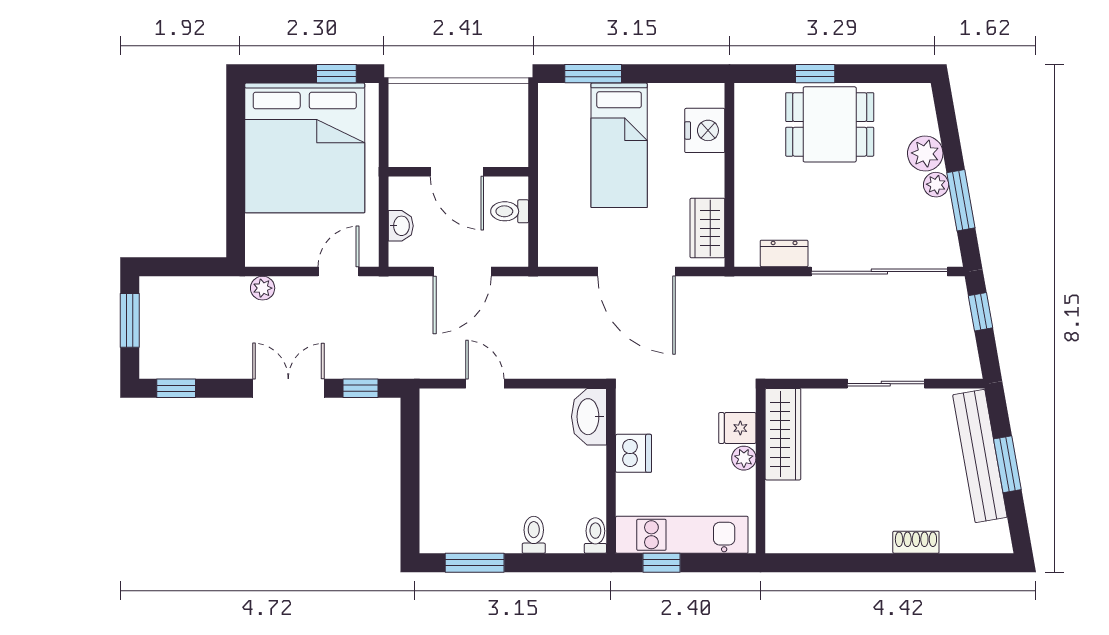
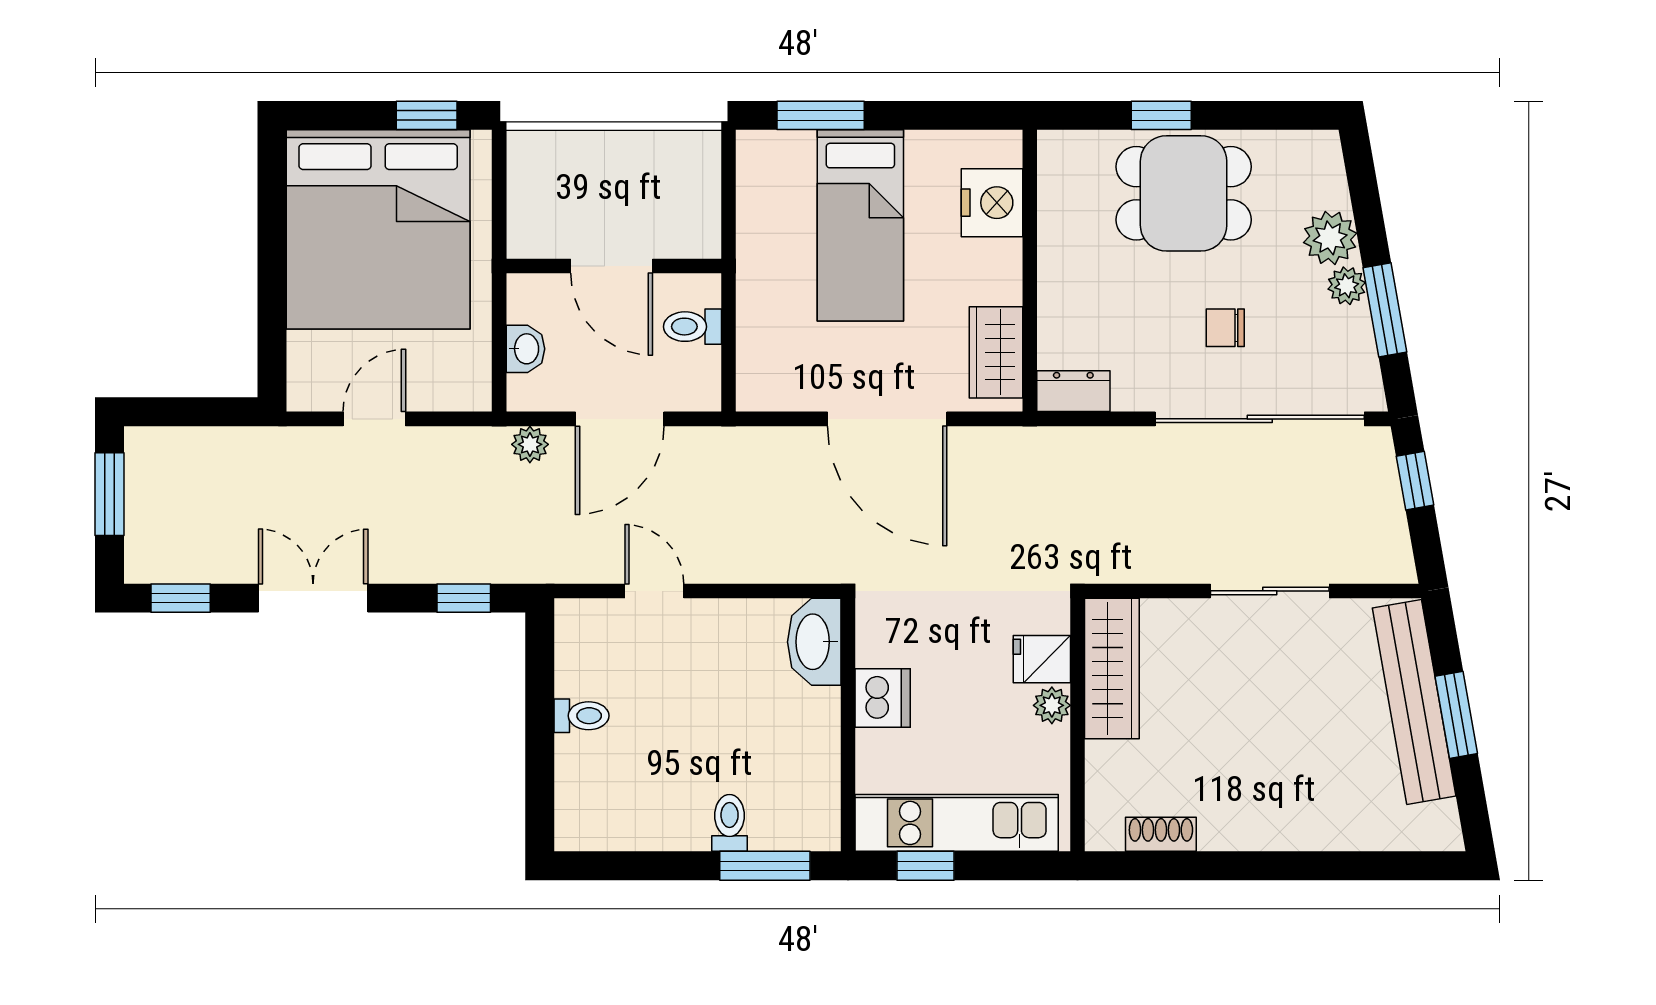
chair: (857, 212) -> (1225, 328), added
dresser: (784, 253) -> (1073, 391), moved
door: (339, 271) -> (374, 419), moved
plant: (263, 288) -> (530, 444), moved
double door: (288, 388) -> (313, 598), moved
toilet: (595, 536) -> (581, 716), moved, turned 90
shoe rack: (916, 542) -> (1161, 834), moved
window: (475, 563) -> (765, 866), moved

